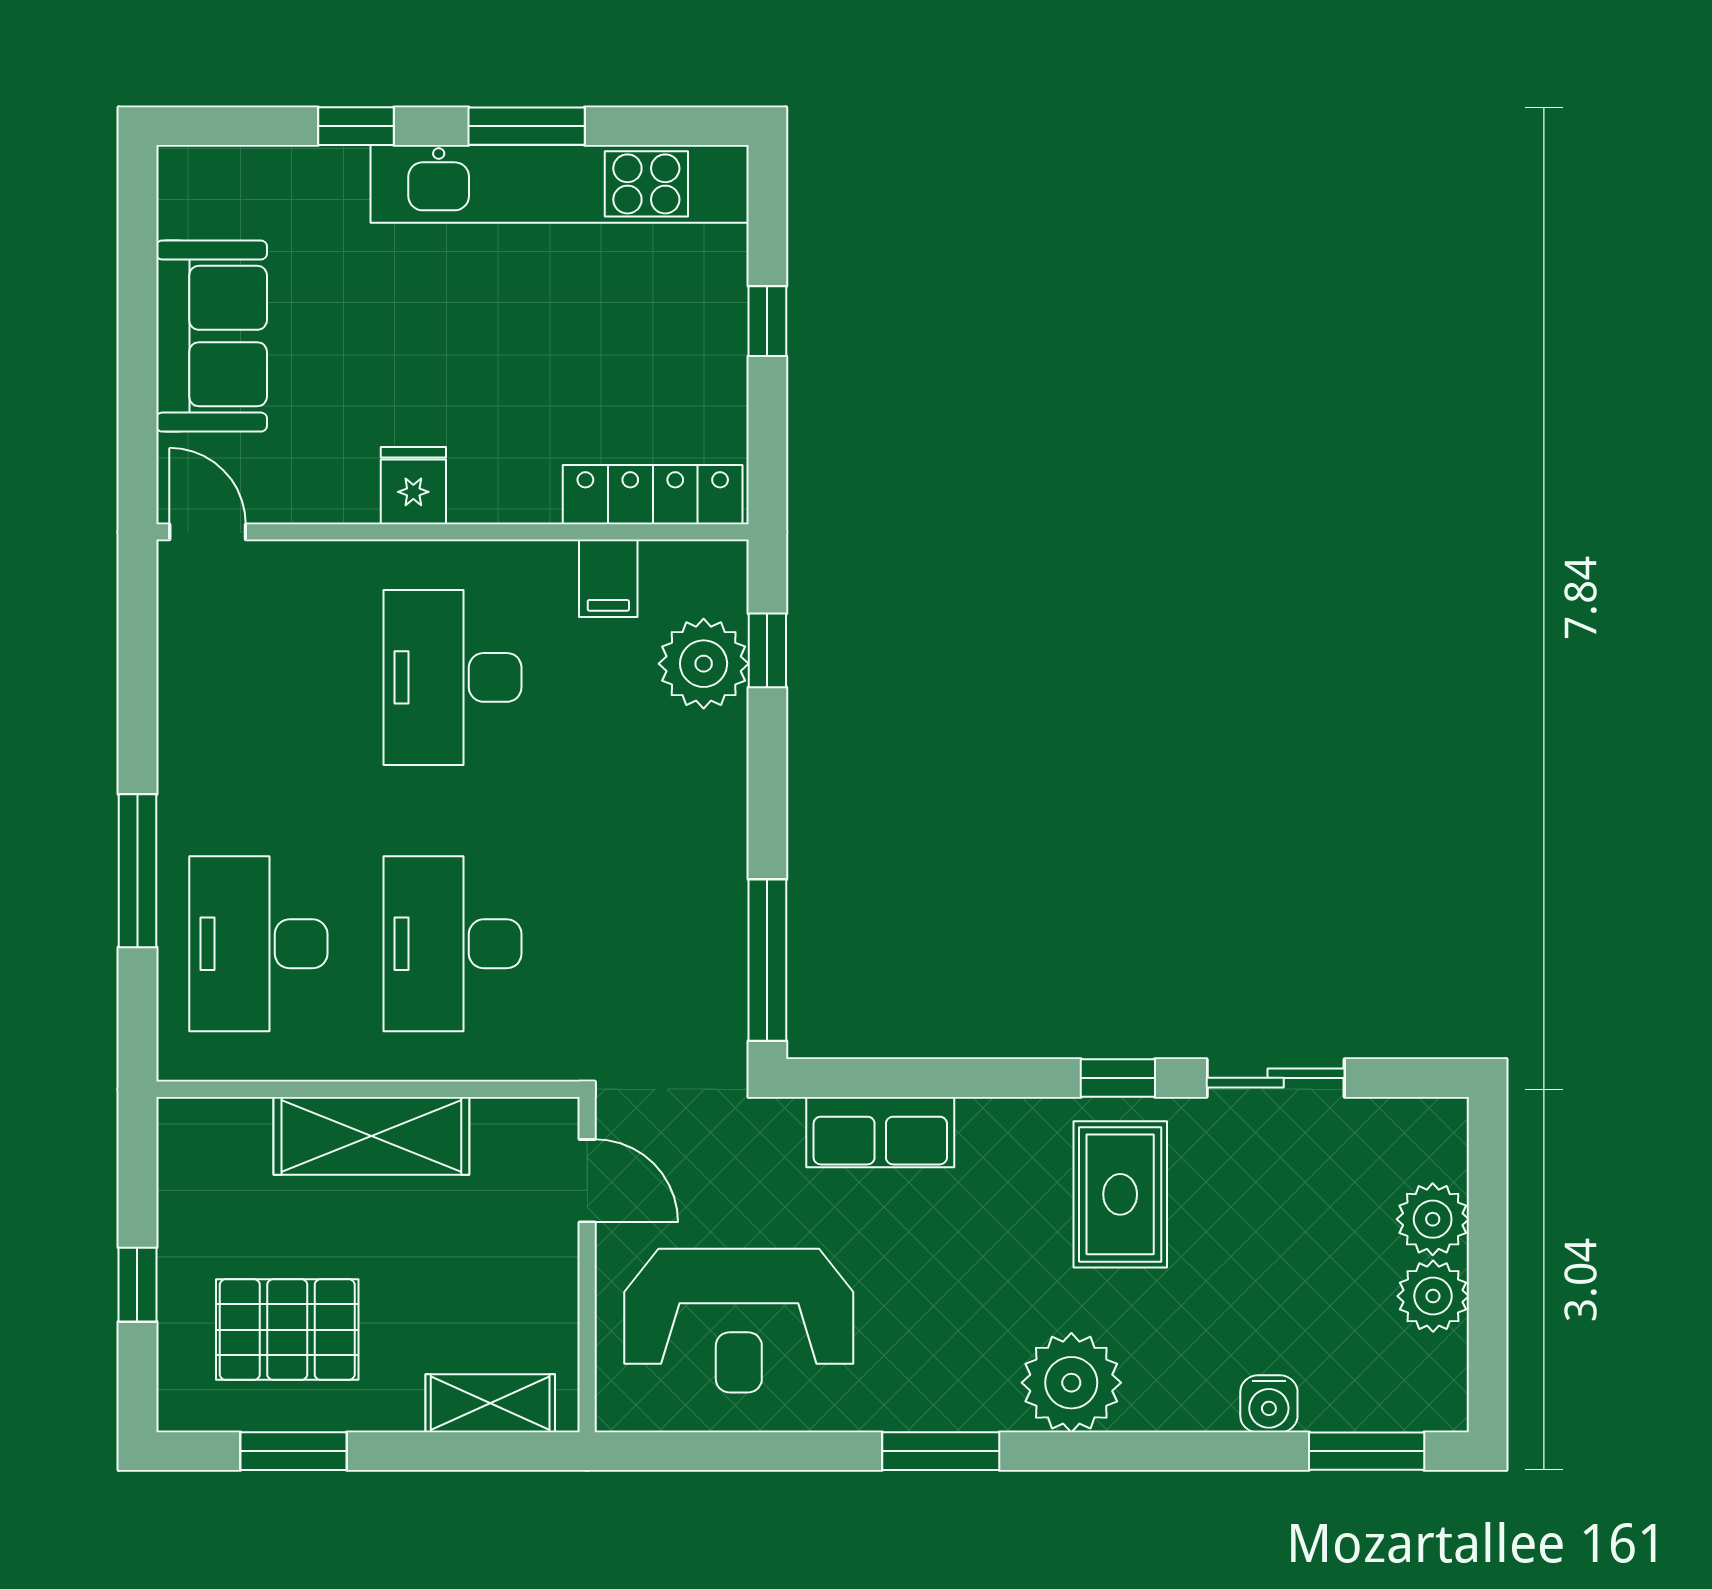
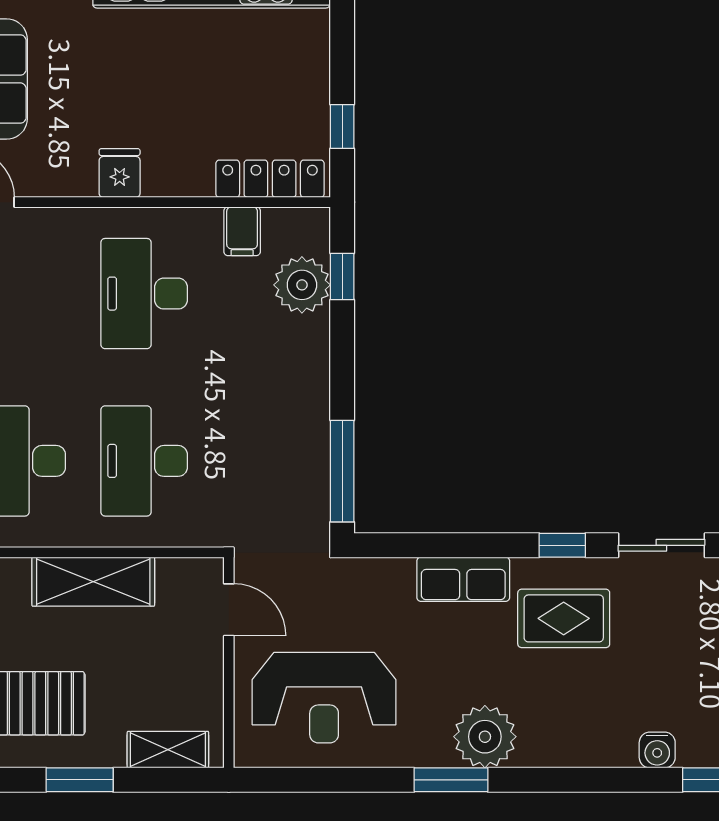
window: (767, 321) -> (342, 126), moved
row of seats: (880, 1132) -> (463, 579), moved
rug: (1120, 1194) -> (564, 618), turned 90
plant: (1071, 1383) -> (485, 737), moved
window: (293, 1451) -> (80, 780), moved

